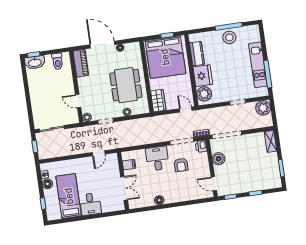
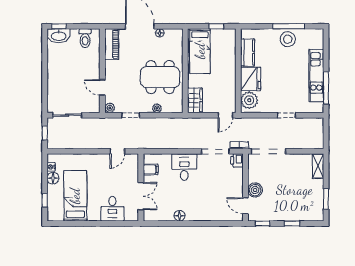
bed: (165, 57) -> (200, 51), width x0.49
dining table: (126, 85) -> (160, 77), turned 90
plant: (263, 108) -> (315, 126), removed
door: (186, 110) -> (225, 115), swing flipped
boiler: (219, 159) -> (255, 190), moved
armchair: (181, 165) -> (211, 178), removed
desk: (90, 204) -> (112, 209), moved

